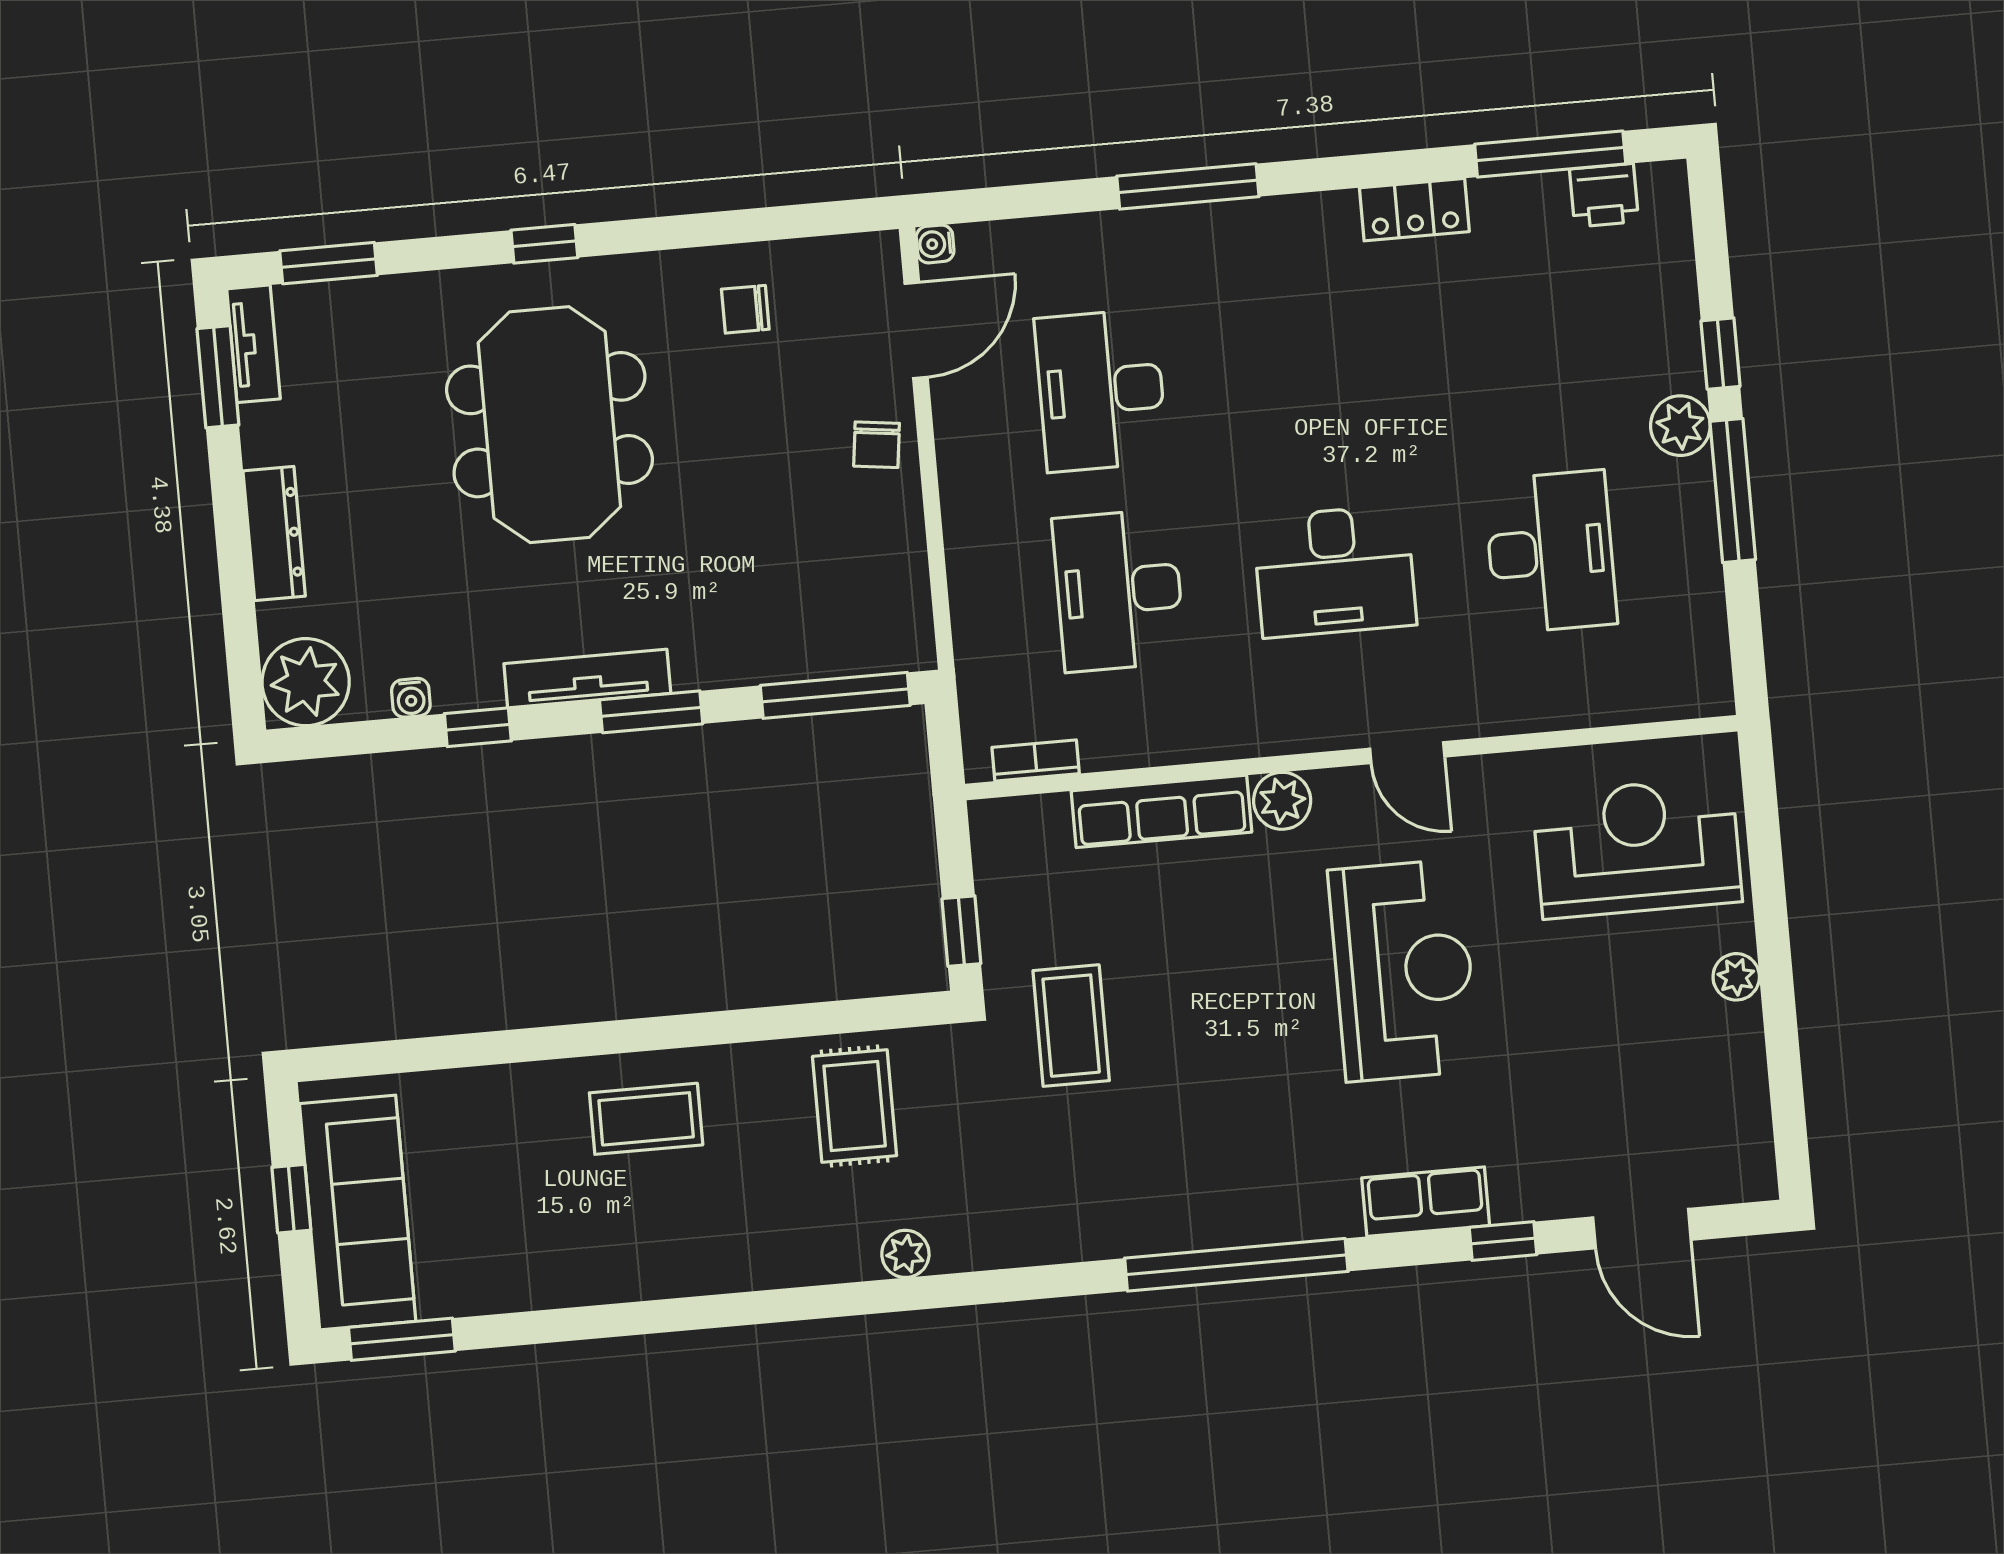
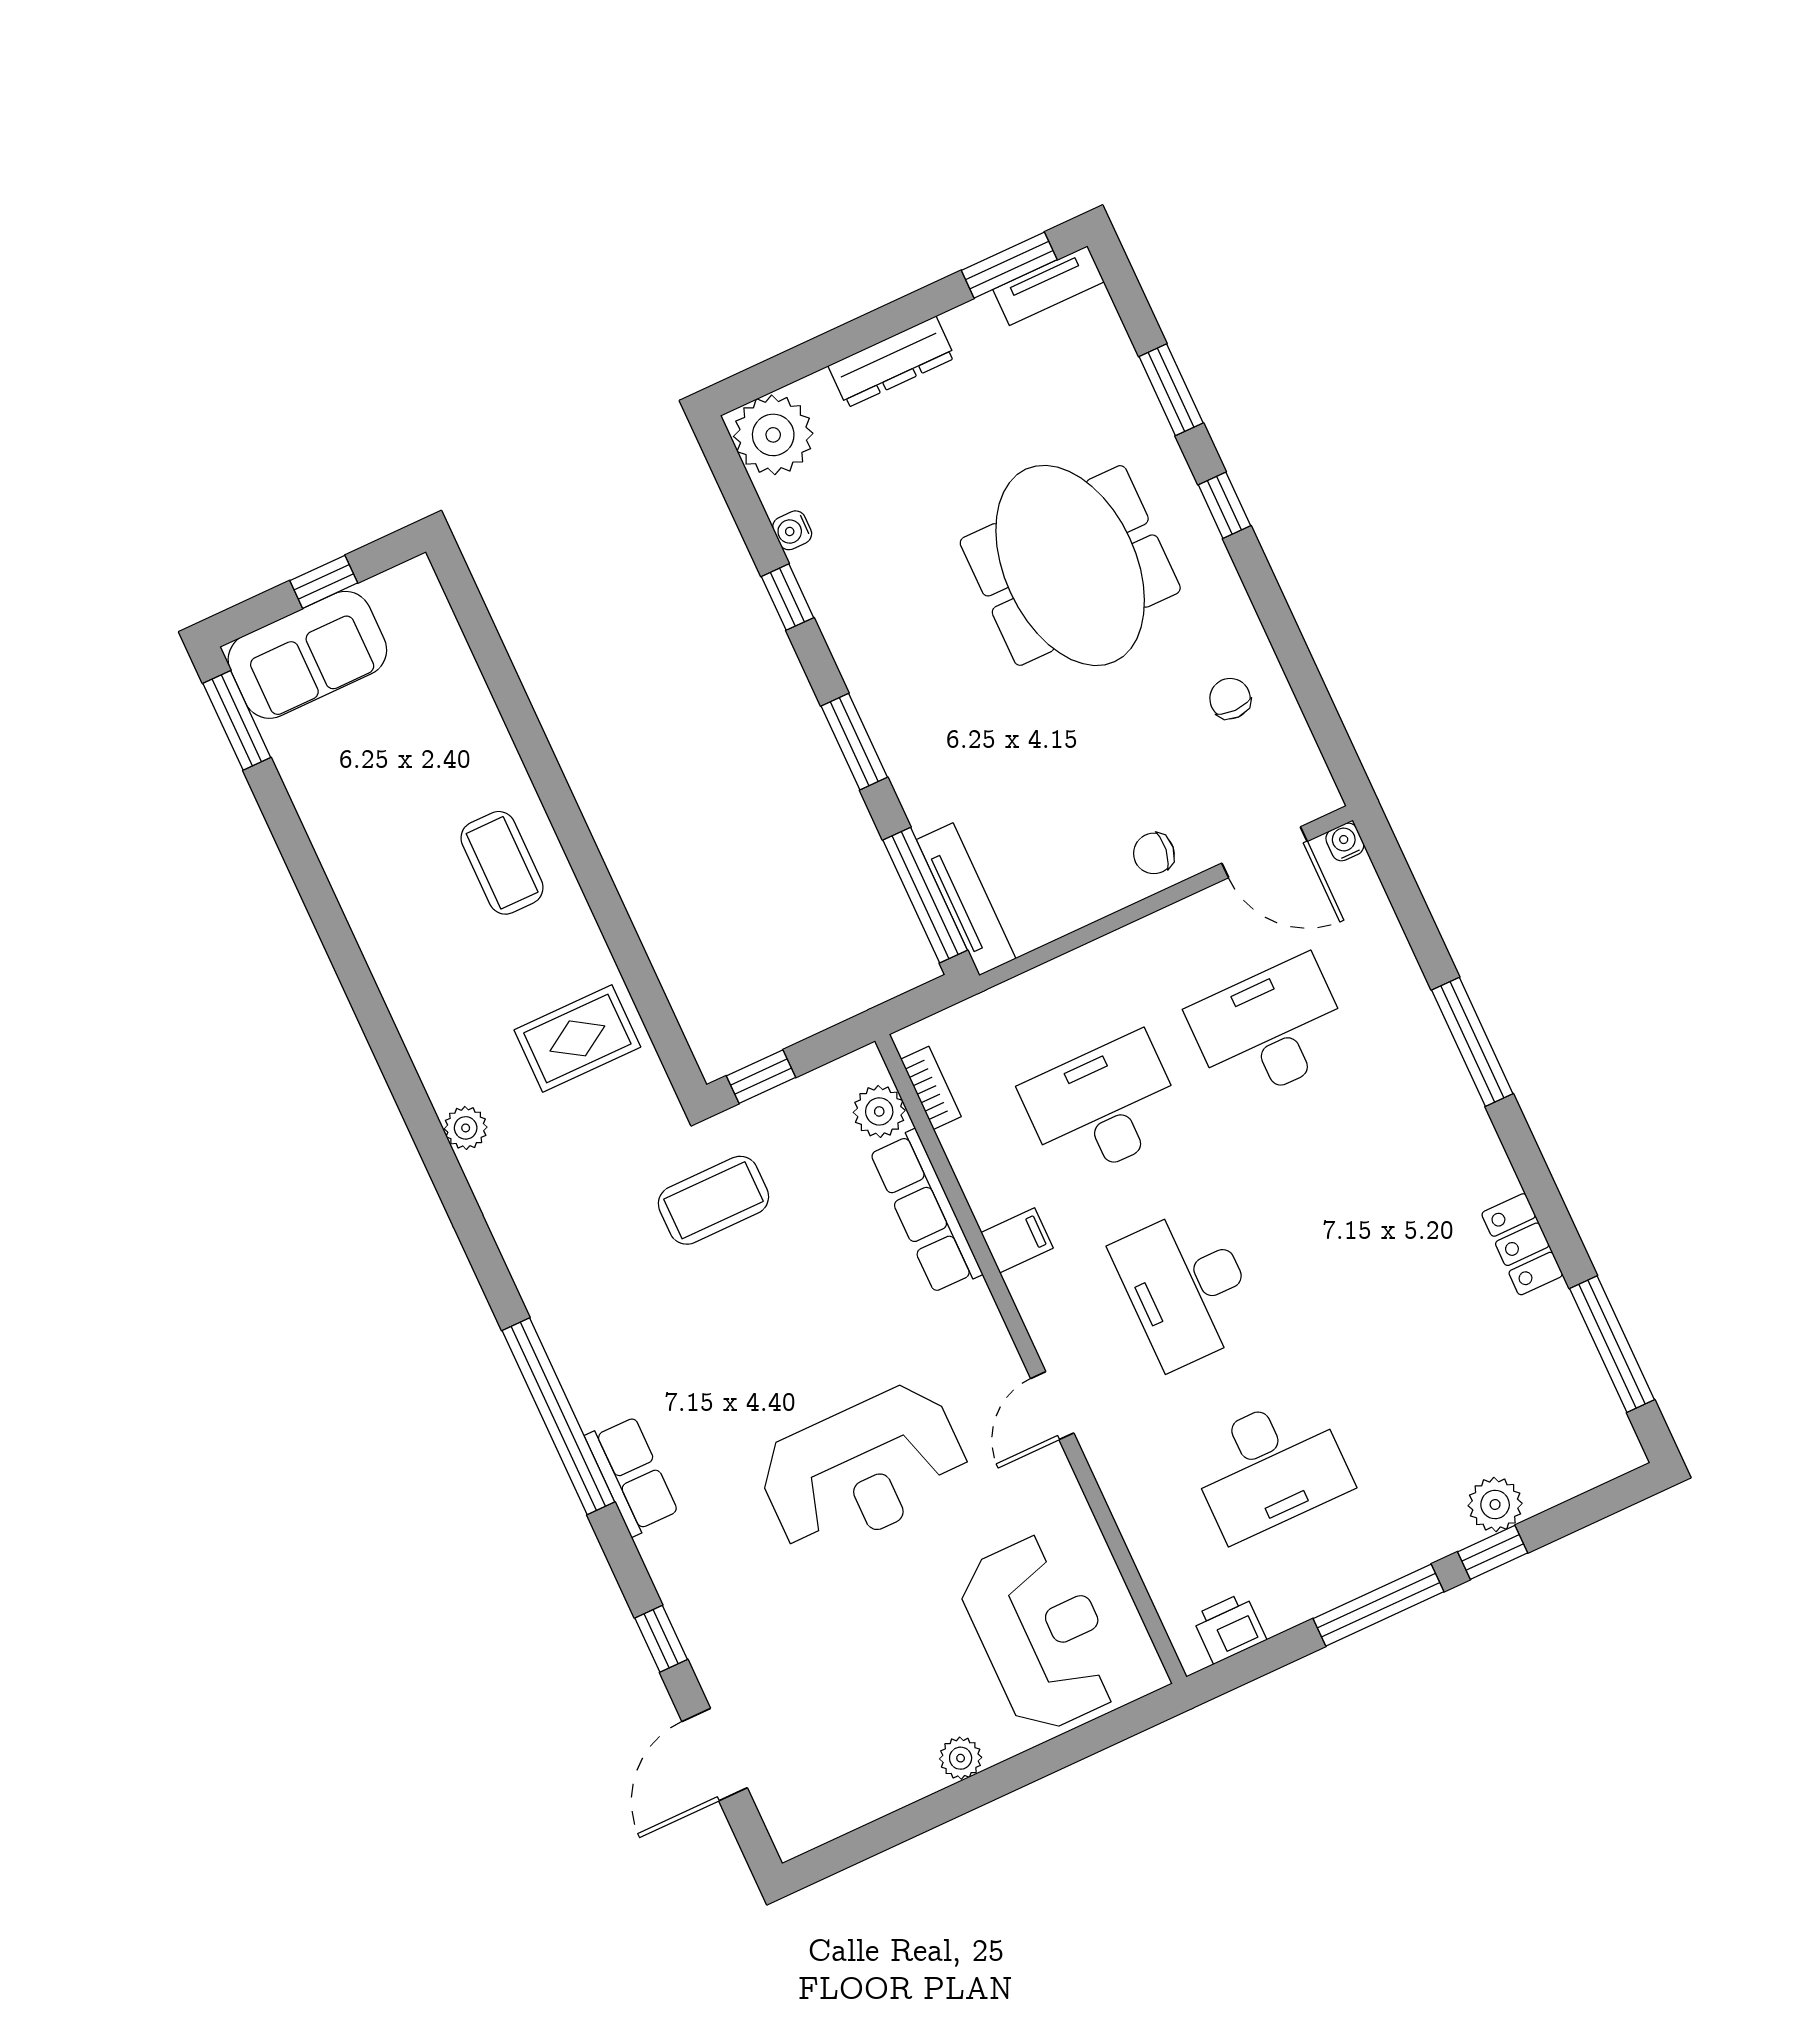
printer: (1604, 195) -> (1229, 1628), moved, turned 90
window: (328, 263) -> (1171, 390), moved
meeting table: (549, 425) -> (1070, 565), turned 90
plant: (1680, 426) -> (1495, 1504), moved
tv unit: (587, 679) -> (966, 899), moved
filing cabinet: (1224, 728) -> (1017, 1240), added
plant: (1282, 801) -> (879, 1111), moved
row of seats: (1426, 1202) -> (632, 1475), moved
sofa: (358, 1212) -> (307, 655), width x0.73

